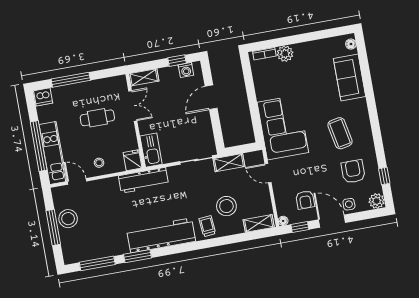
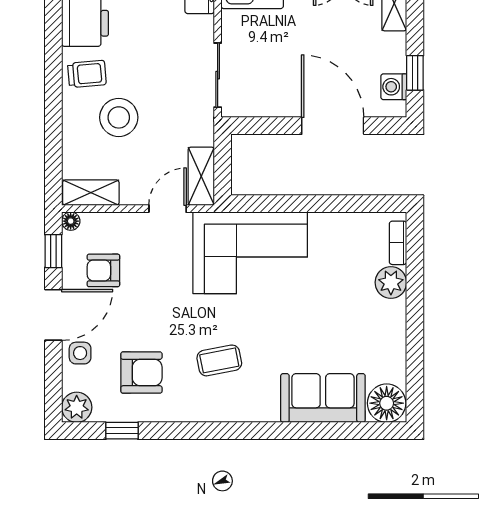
floor lamp: (351, 44) -> (387, 403), width x1.89, depth x1.89
door: (211, 97) -> (333, 126), width x1.36
coffee table: (340, 133) -> (219, 360), width x0.73, depth x0.77
shelving: (229, 163) -> (201, 176), moved
shelving: (259, 223) -> (91, 193), moved, turned 90

